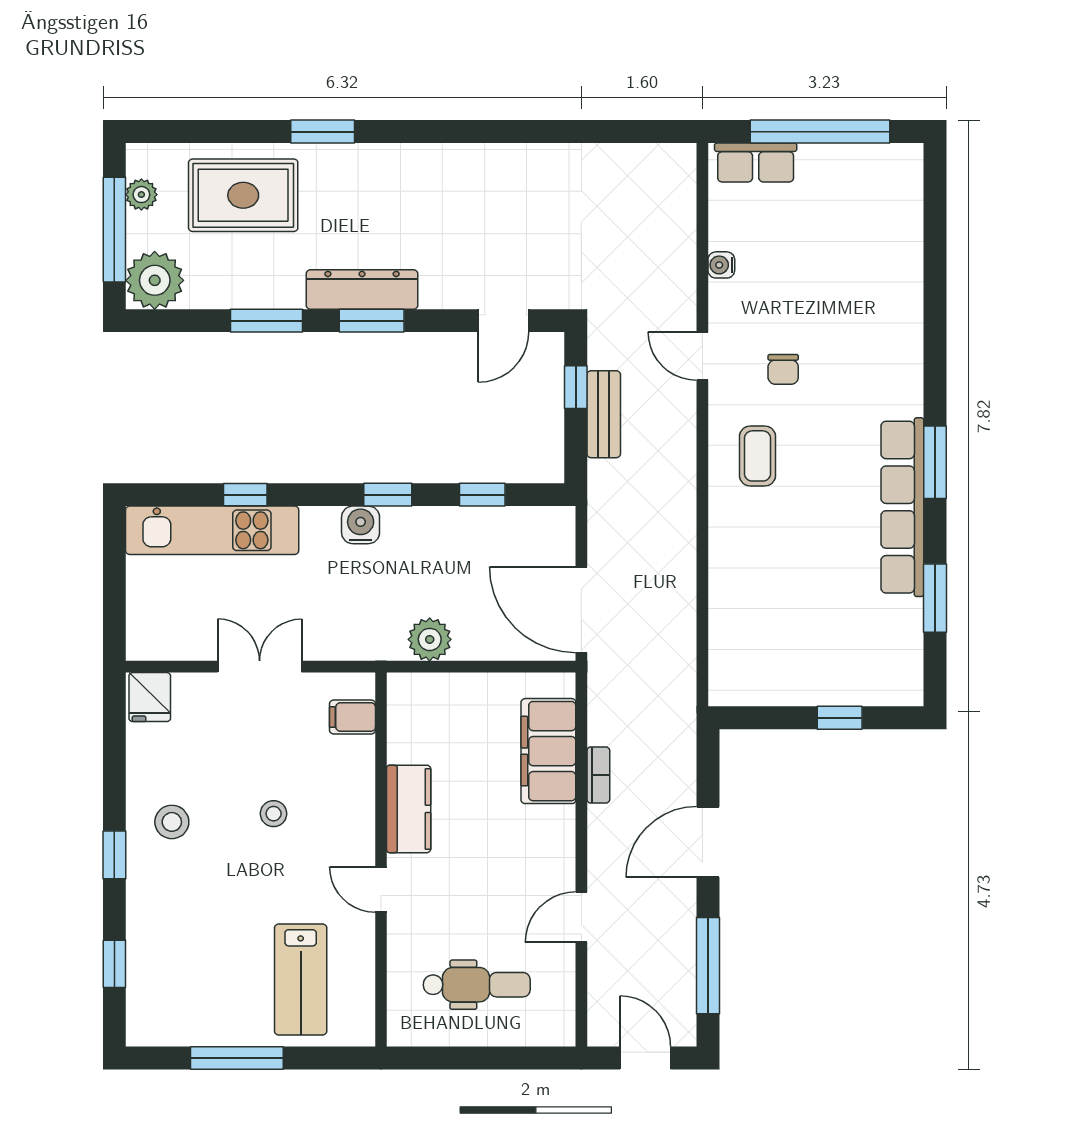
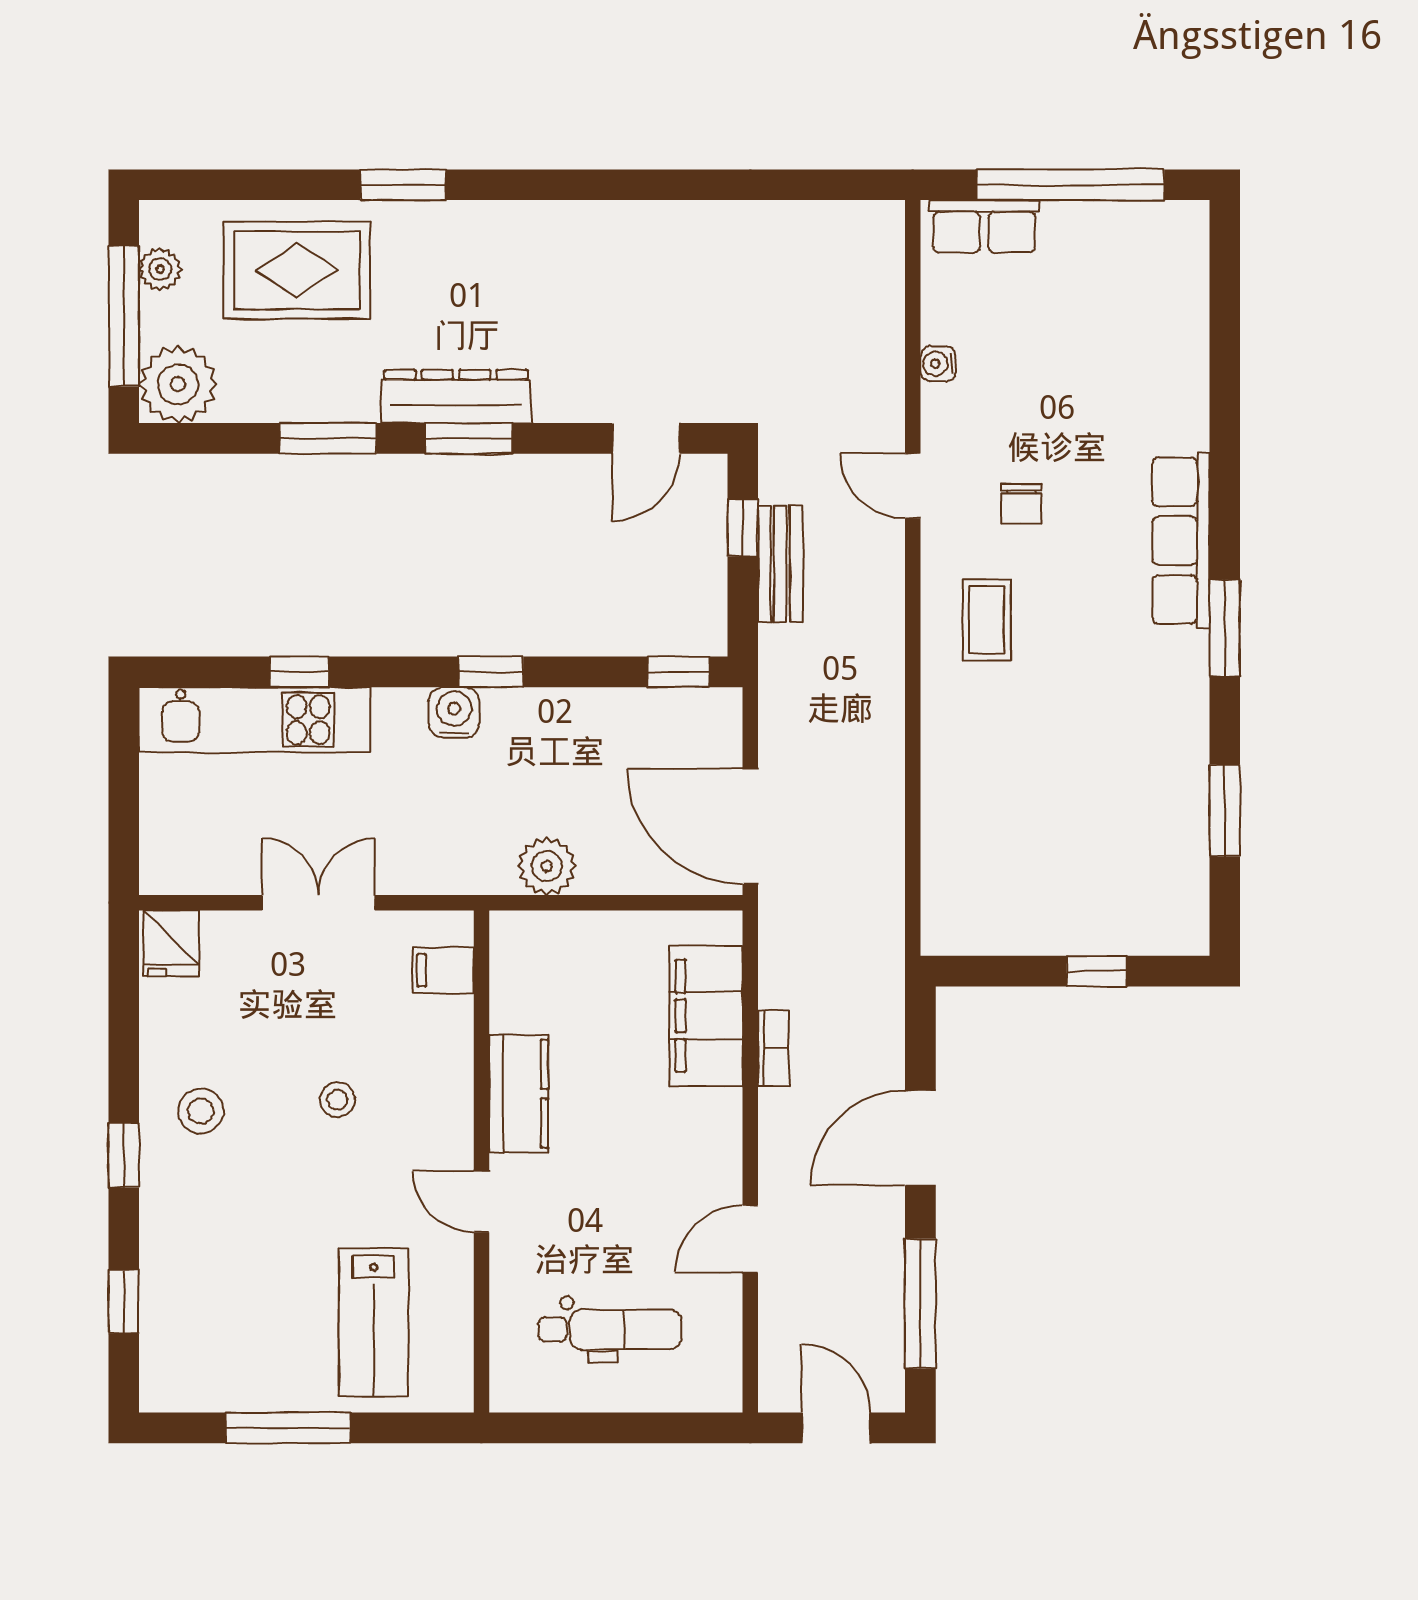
window: (482, 495) -> (678, 672), moved
row of seats: (902, 507) -> (1181, 541), moved, width x0.73

